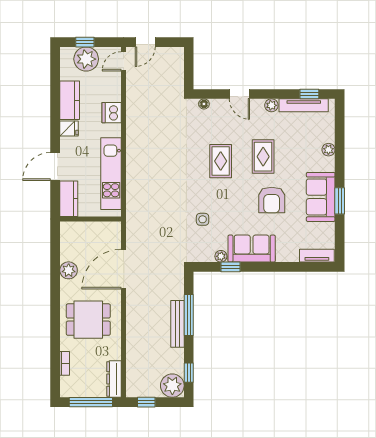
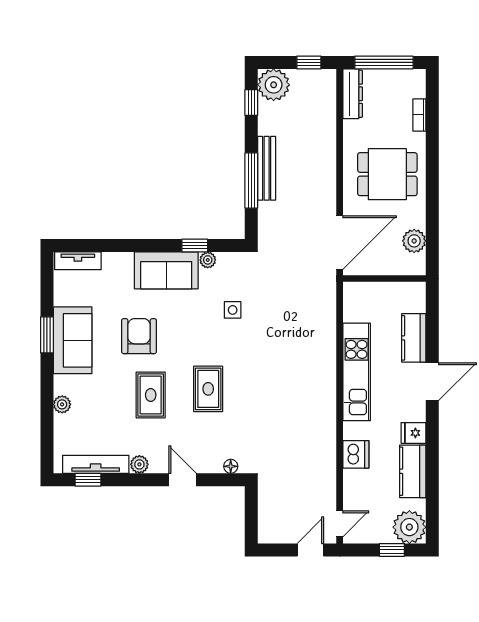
plant: (86, 59) -> (409, 527), moved
wall: (91, 219) -> (384, 279), moved

